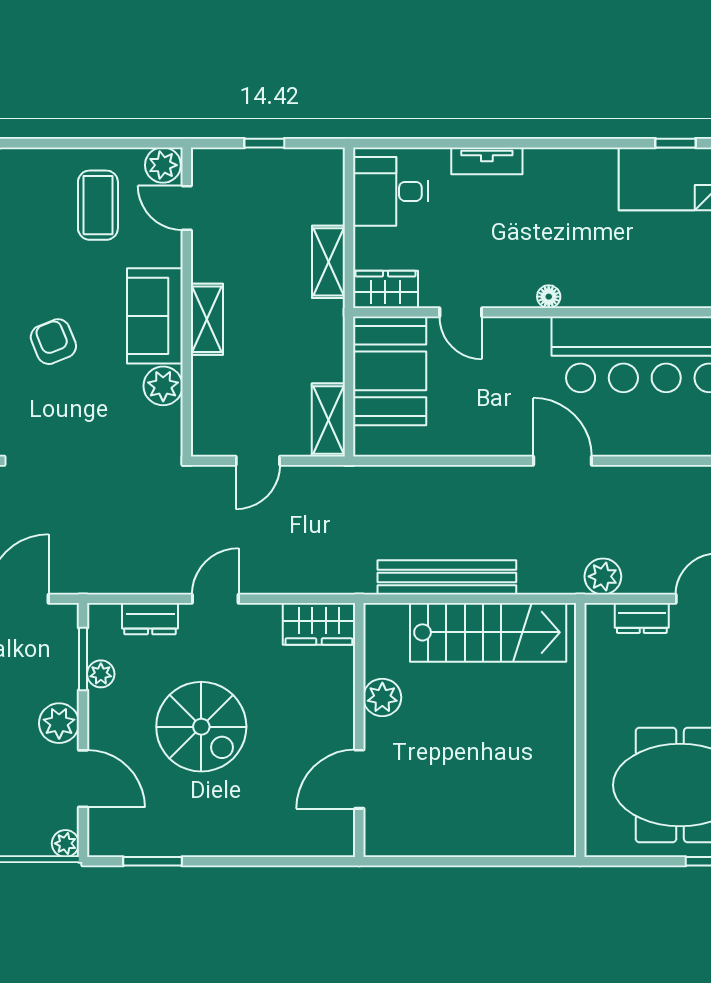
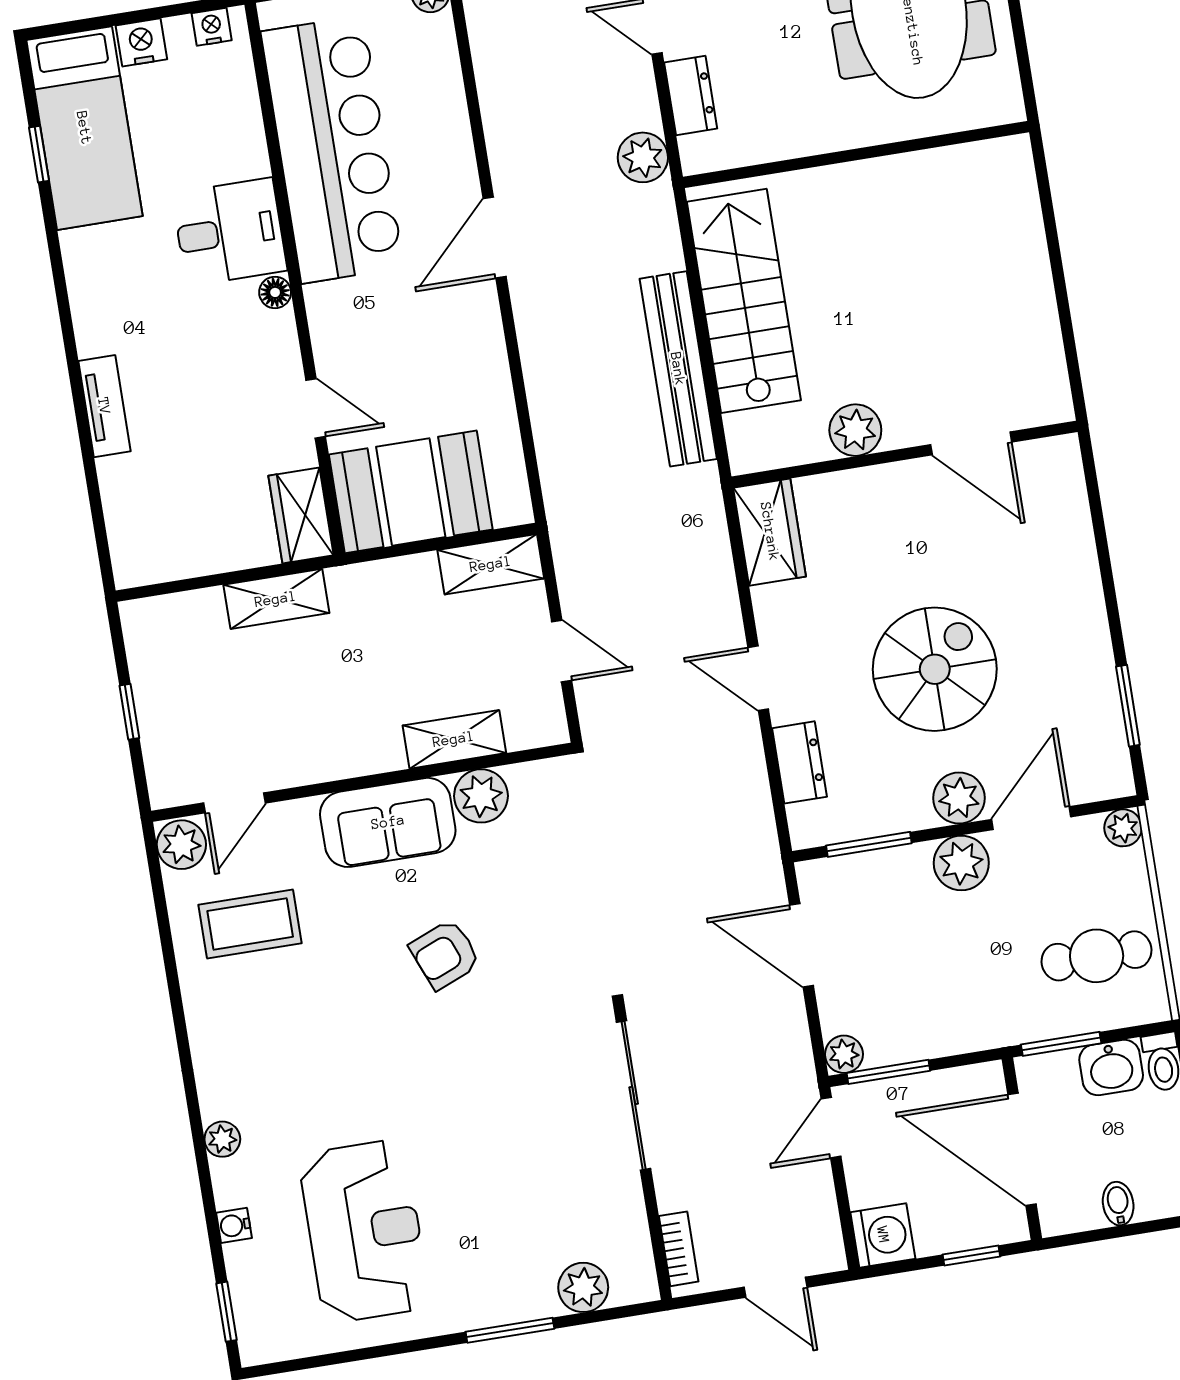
desk: (390, 191) -> (230, 232), moved, turned -90
door: (461, 312) -> (316, 408), hinge flipped
shelving: (207, 319) -> (454, 739), moved
plant: (101, 674) -> (959, 798), moved, width x1.38, depth x1.38

